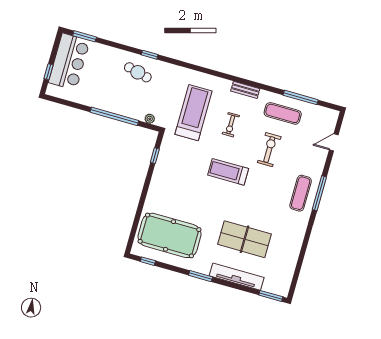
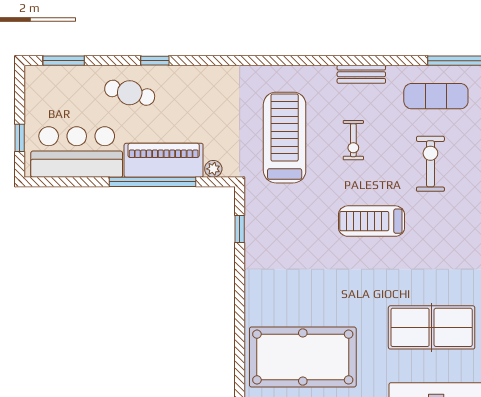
window: (150, 55) -> (155, 61), moved
bar counter: (69, 62) -> (77, 152), moved, turned -90
cafe table: (138, 72) -> (130, 93), moved
piano: (124, 106) -> (164, 160), added

